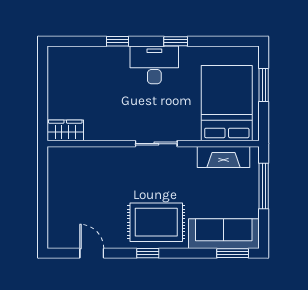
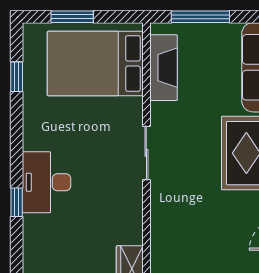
window: (176, 41) -> (17, 77), moved
desk: (154, 65) -> (47, 182), moved

